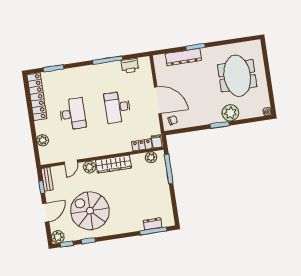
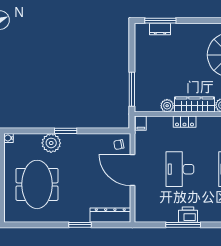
dresser: (183, 57) -> (110, 215), moved
printer: (130, 66) -> (188, 215), moved
desk: (118, 107) -> (180, 169), turned 180
locker: (142, 145) -> (185, 122), moved
plant: (151, 157) -> (167, 106), moved

